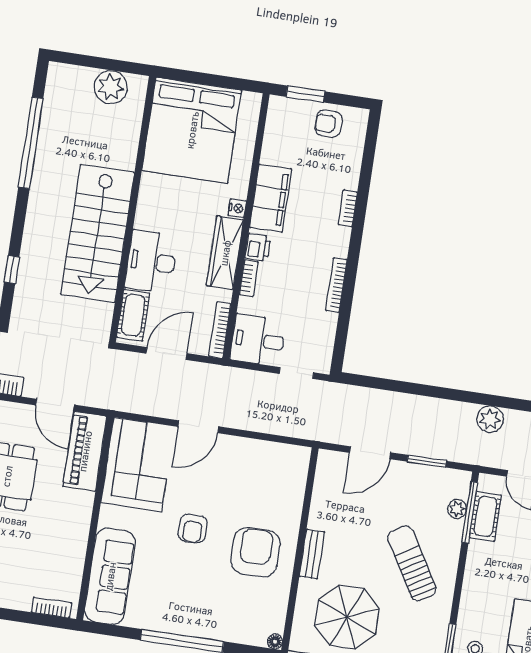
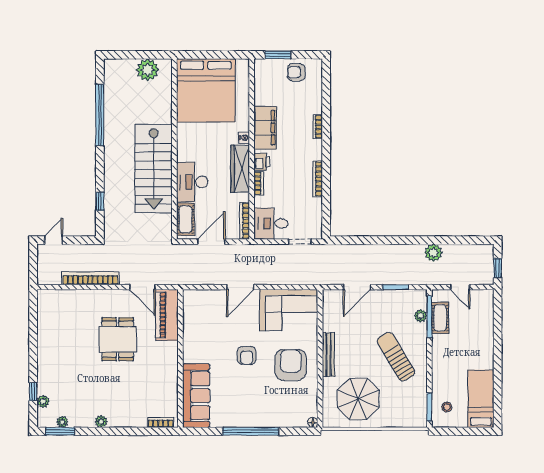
corner sofa: (138, 465) -> (289, 310), moved, turned 90
bench: (312, 554) -> (328, 355), width x1.36

